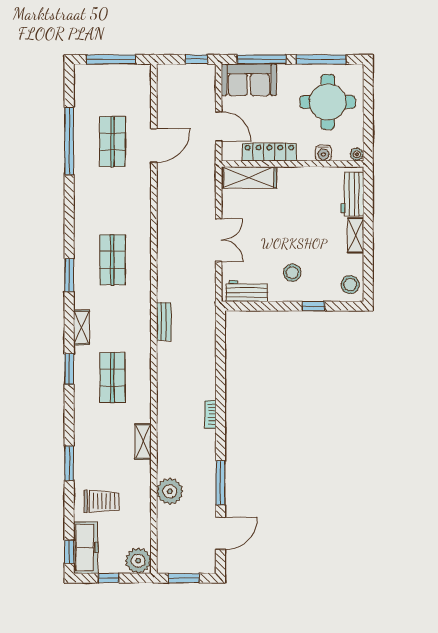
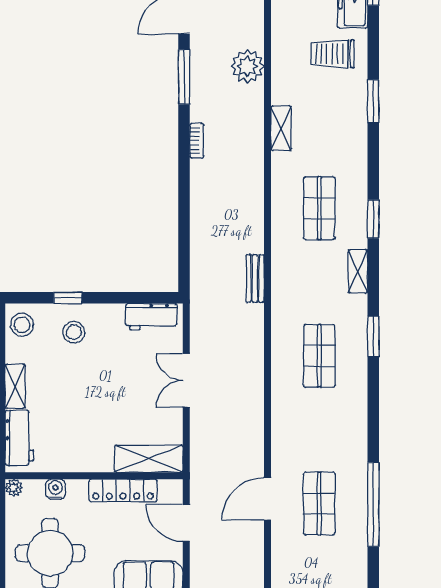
stool: (292, 273) -> (74, 332), moved
bookcase: (210, 414) -> (197, 141), moved

